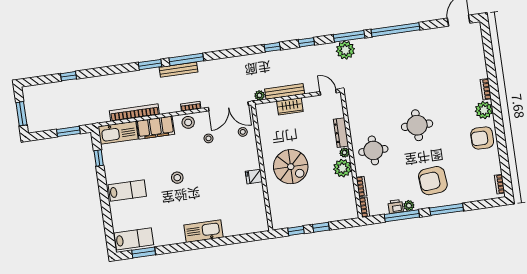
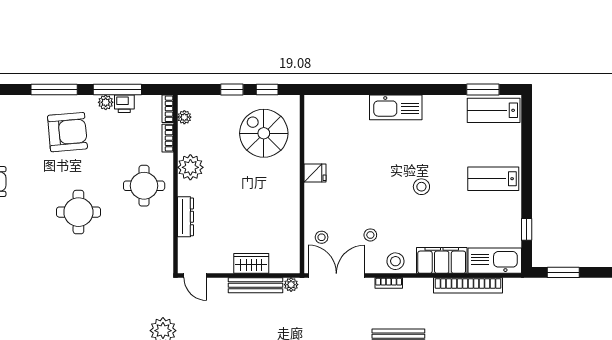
plant: (345, 153) -> (184, 117), moved
spiral stairs: (291, 167) -> (264, 133), moved

